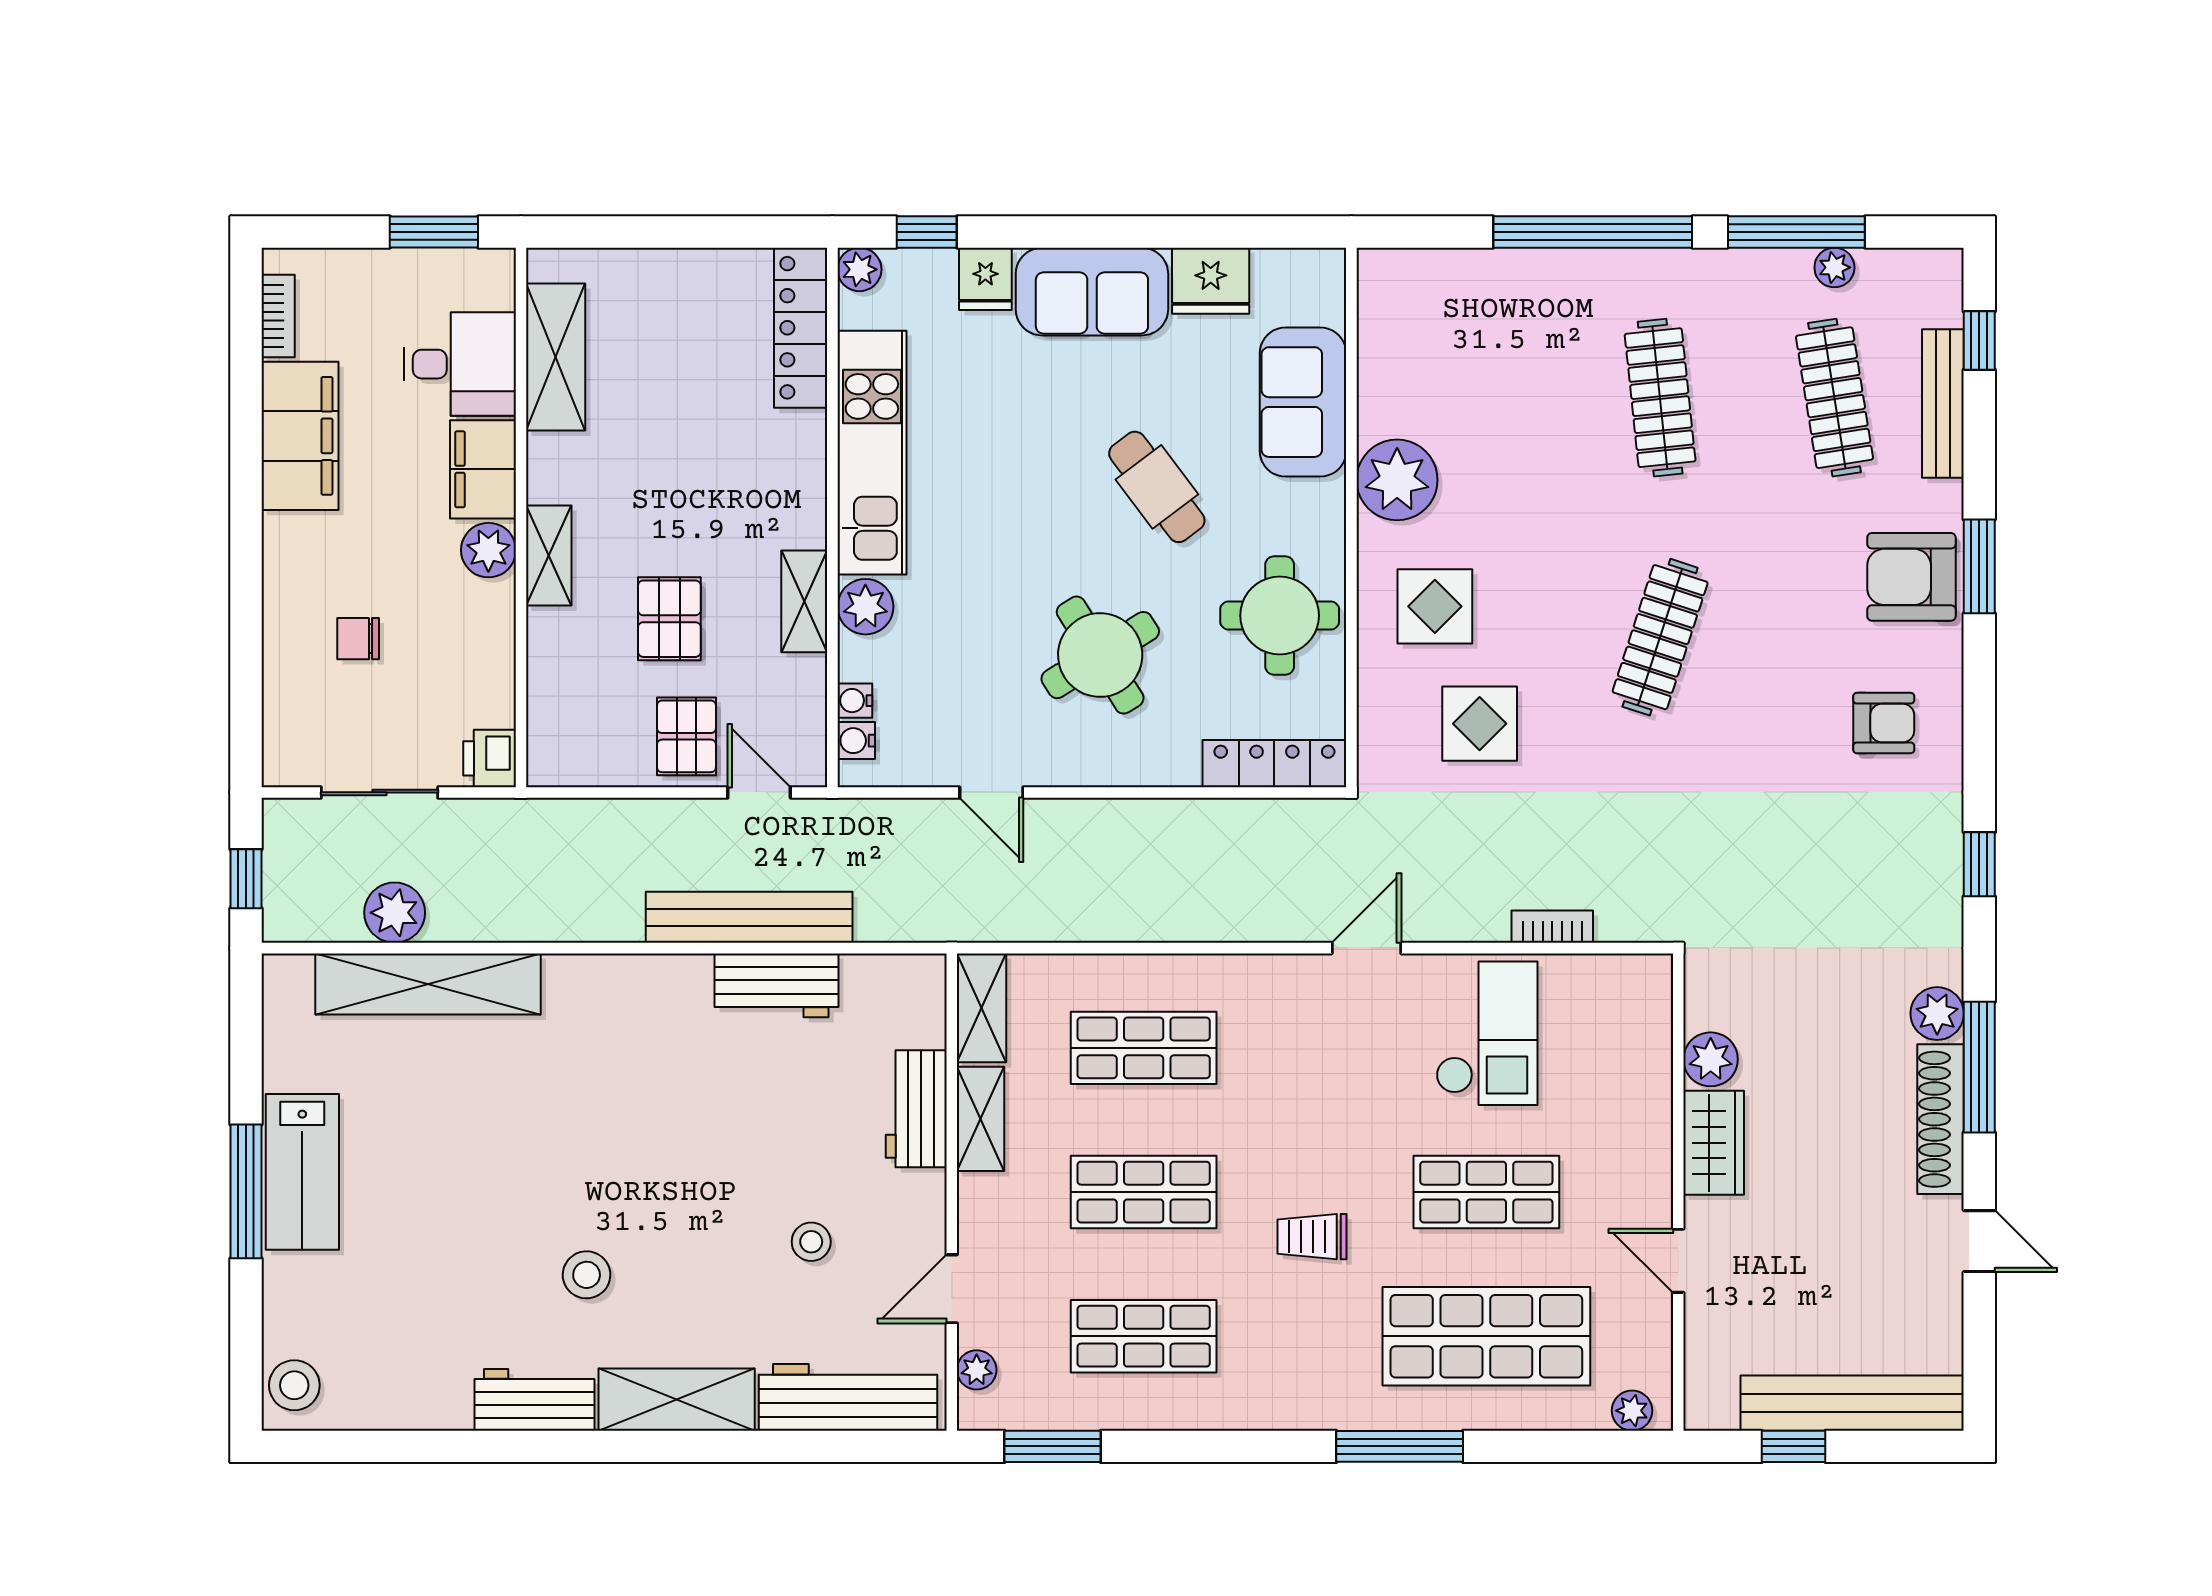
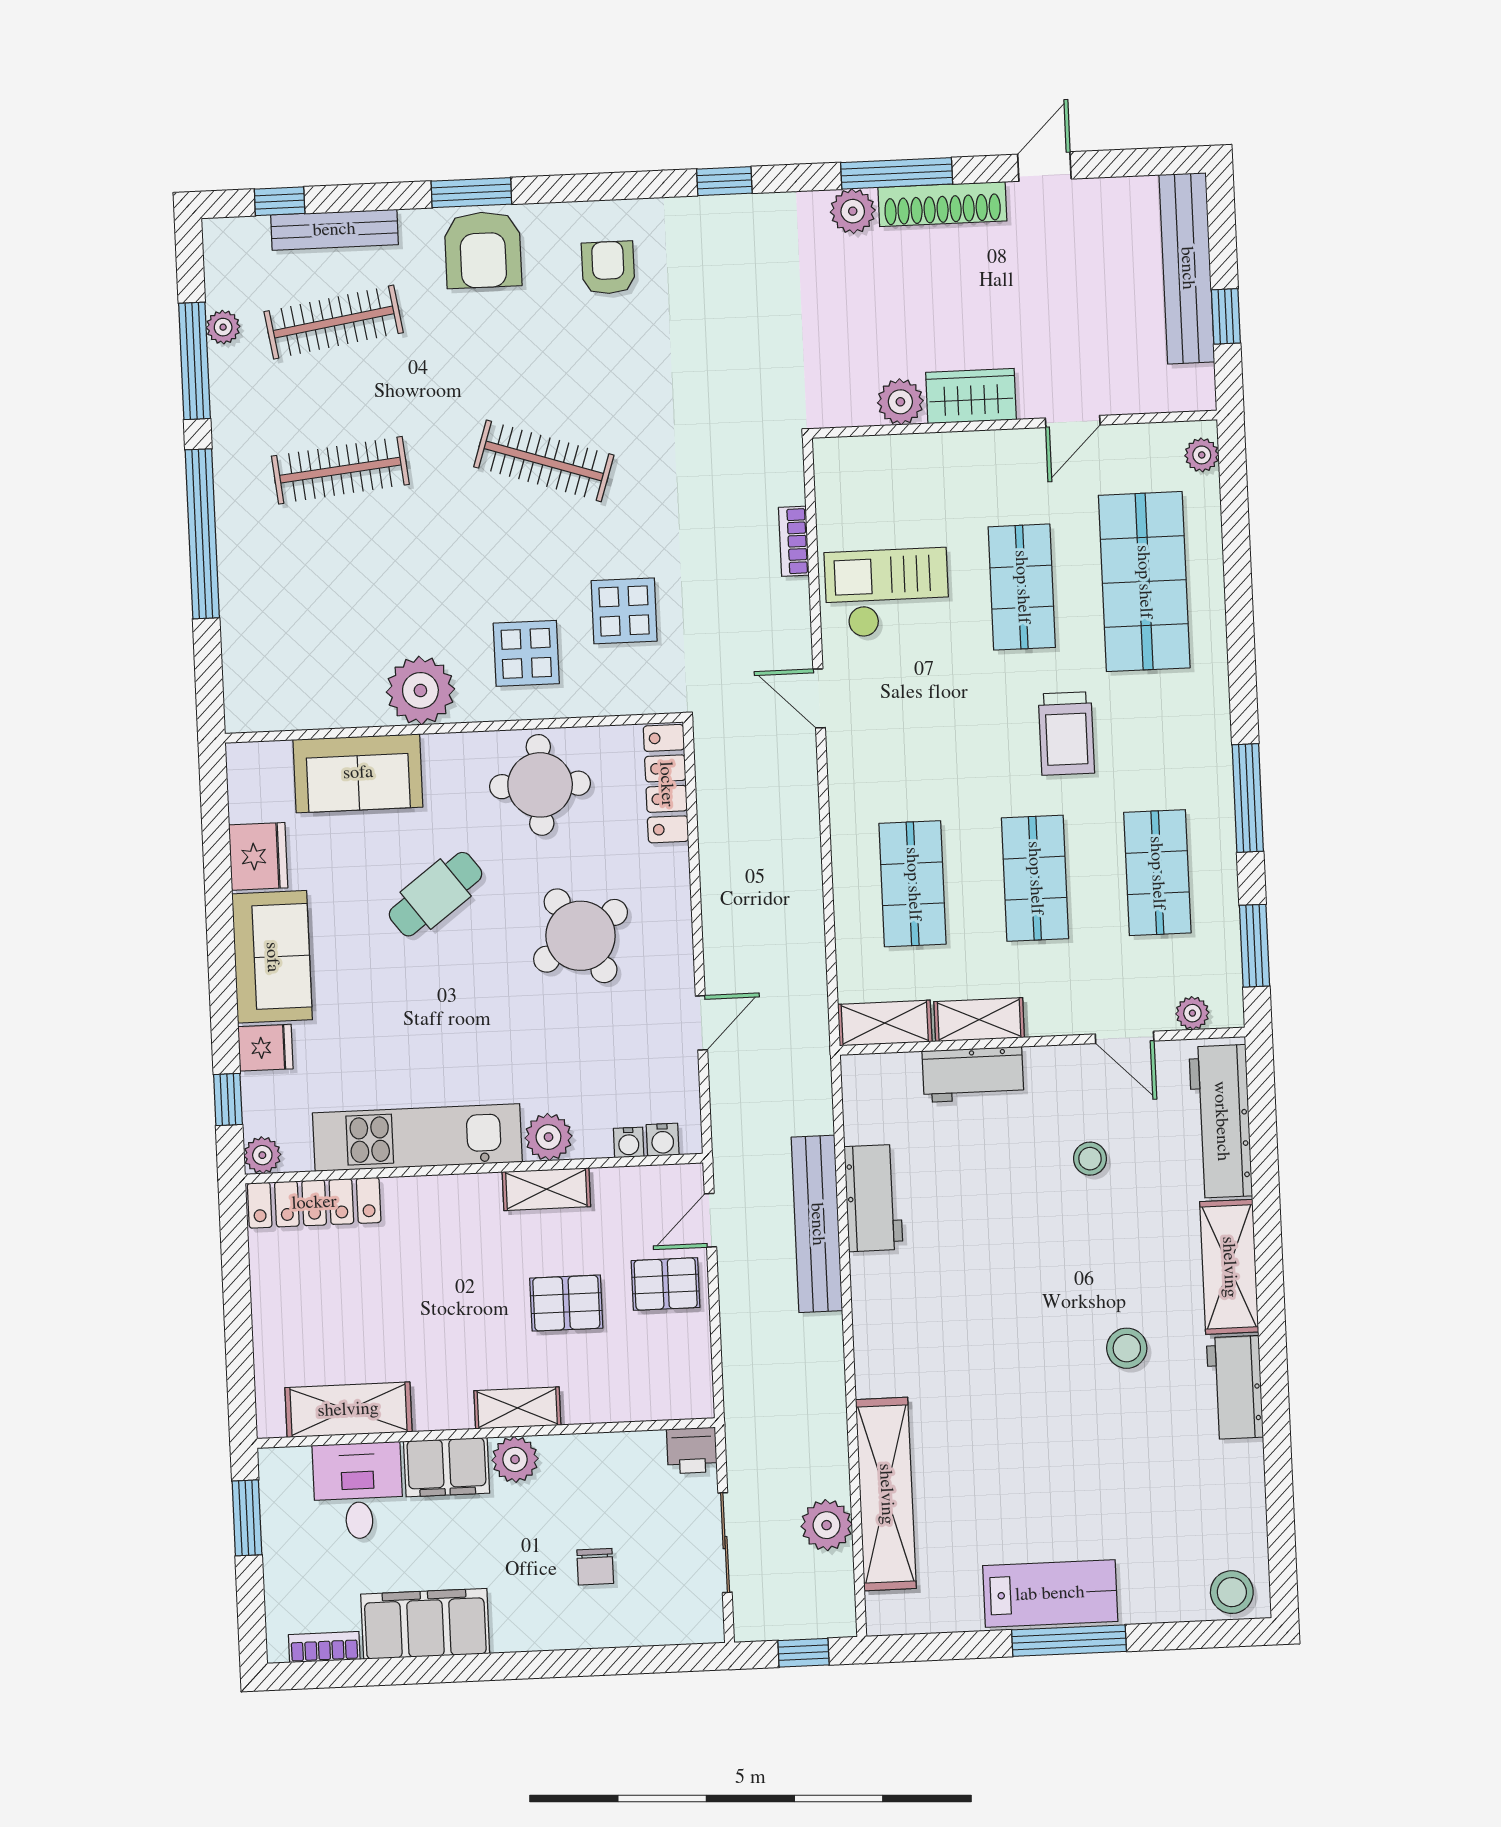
trolley: (1312, 1237) -> (1066, 733), width x1.36, depth x1.39
window: (1400, 1446) -> (1248, 798), moved

